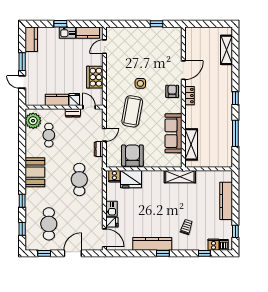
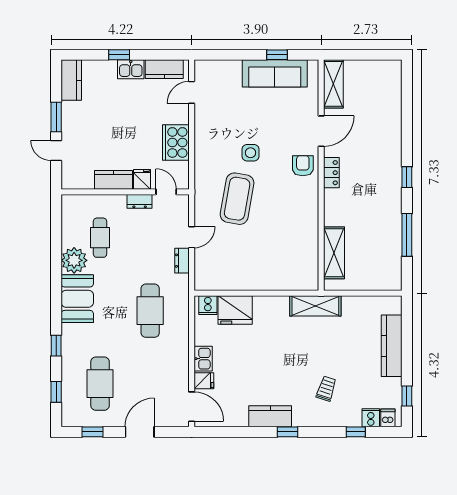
shelving: (226, 50) -> (333, 84), moved
plant: (33, 121) -> (74, 260), moved
sofa: (173, 133) -> (275, 73), moved, turned -90
armchair: (132, 156) -> (238, 271), removed
kitchen counter: (152, 244) -> (270, 416), width x0.67

